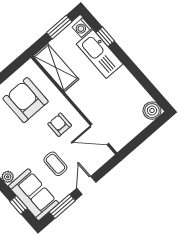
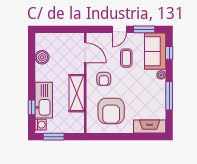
shelving: (56, 68) -> (77, 93), moved
boiler: (152, 111) -> (42, 57), moved

